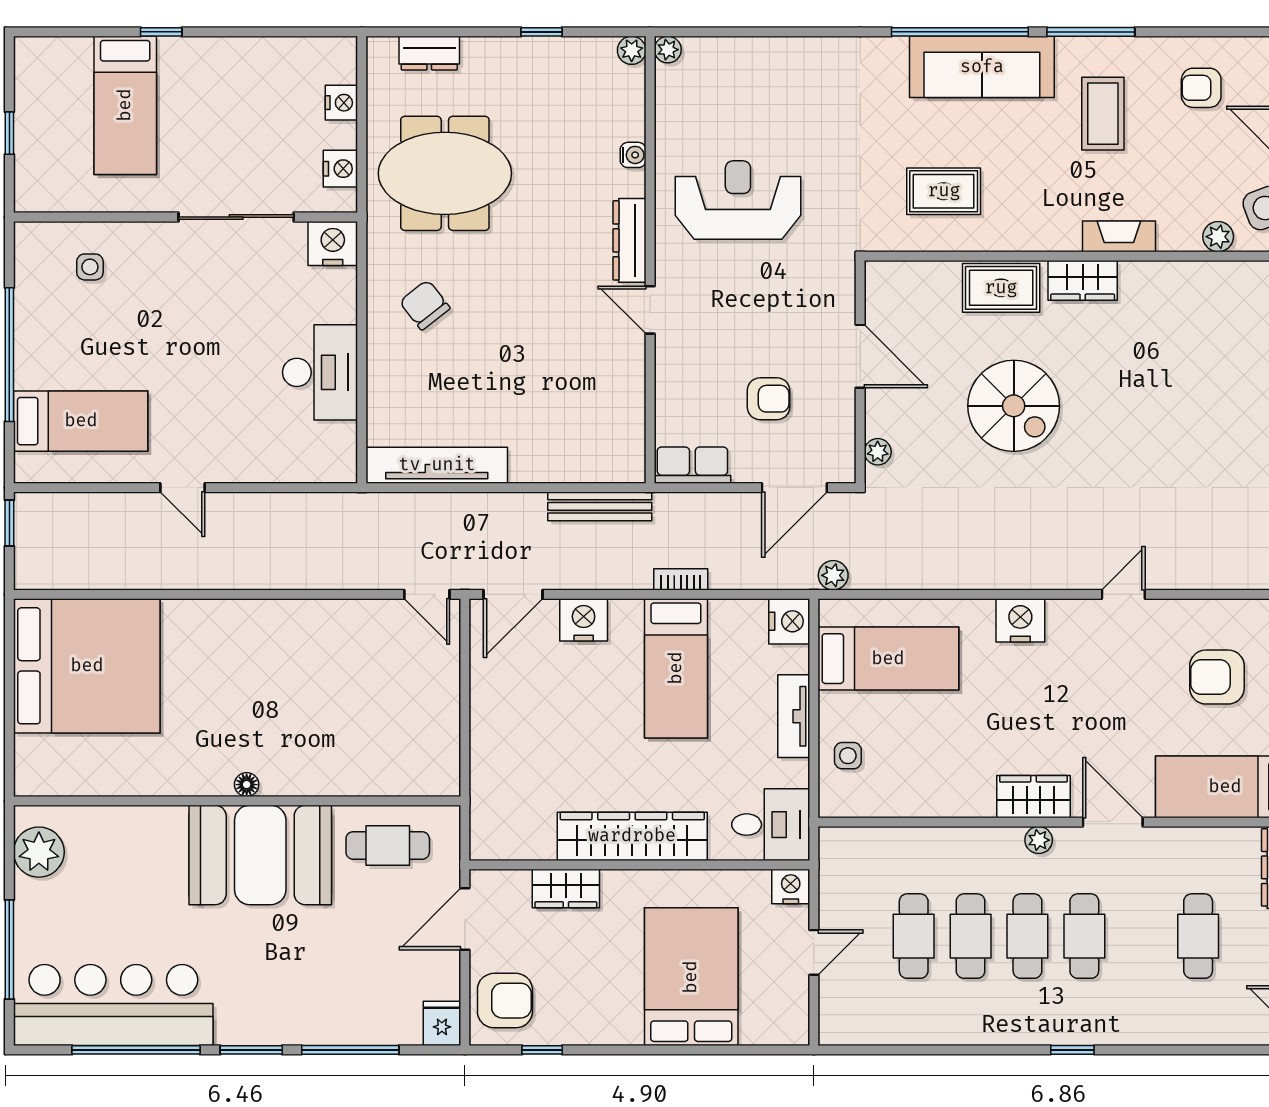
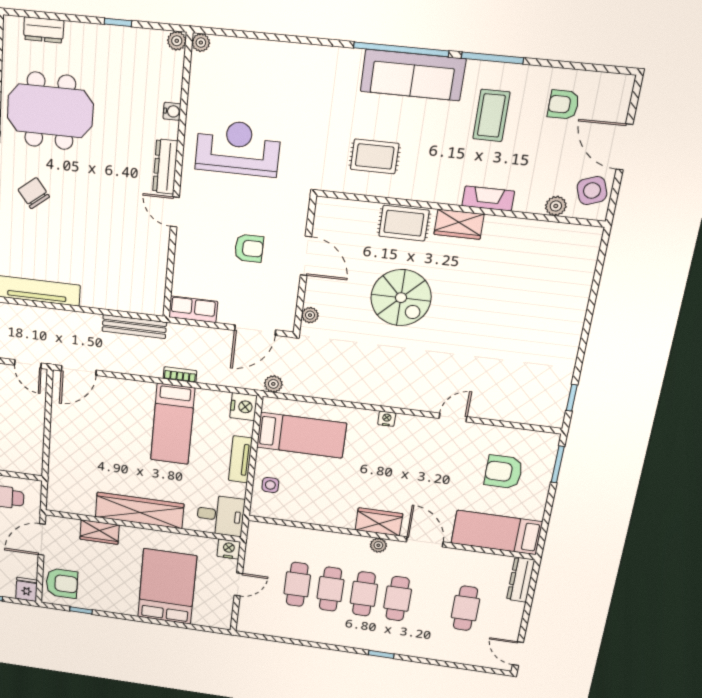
armchair: (769, 399) -> (249, 248), moved
nightstand: (584, 620) -> (120, 390), removed
nightstand: (1020, 620) -> (387, 419), width x0.53, depth x0.56

